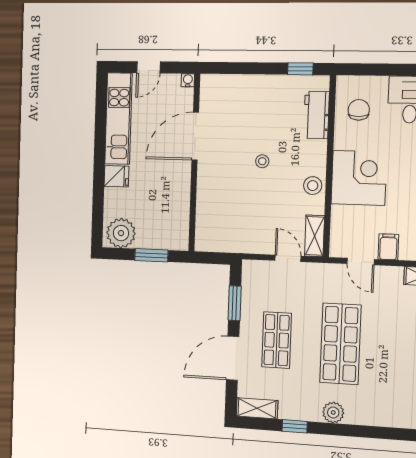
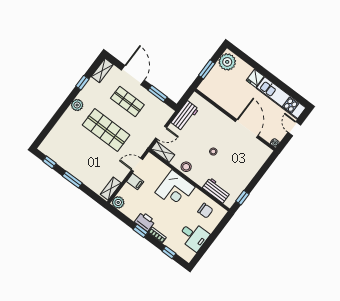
workbench: (239, 240) -> (185, 116), added

